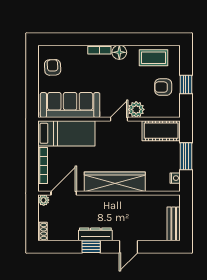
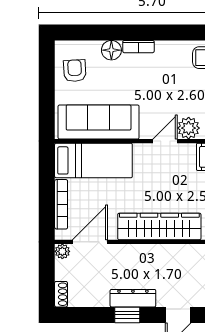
floor lamp: (119, 52) -> (111, 50), moved

